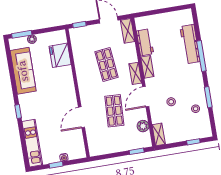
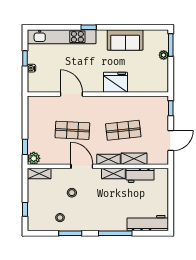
shelving: (128, 31) -> (134, 159), moved
workbench: (190, 44) -> (148, 223), moved
fridge: (60, 55) -> (115, 82), moved
sofa: (23, 71) -> (125, 40), width x0.73
plant: (143, 126) -> (34, 158), moved
kitchen unit: (32, 143) -> (62, 37), width x1.36

